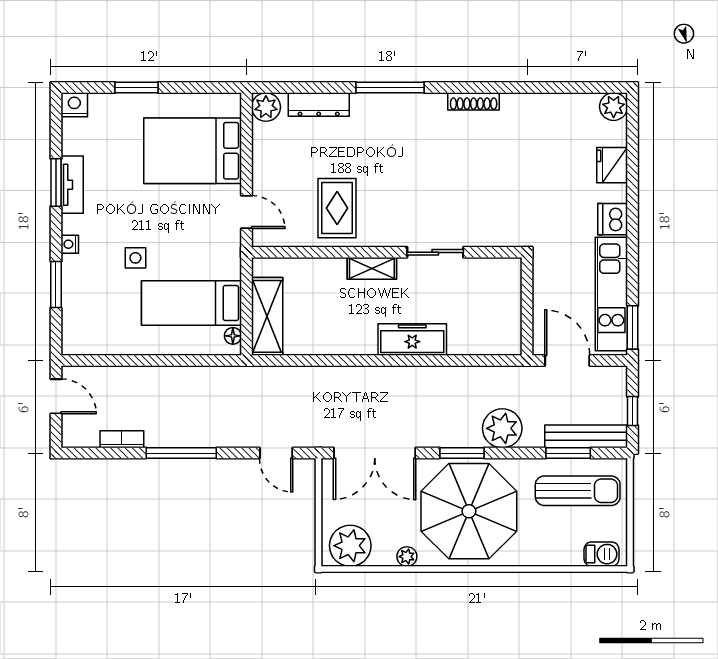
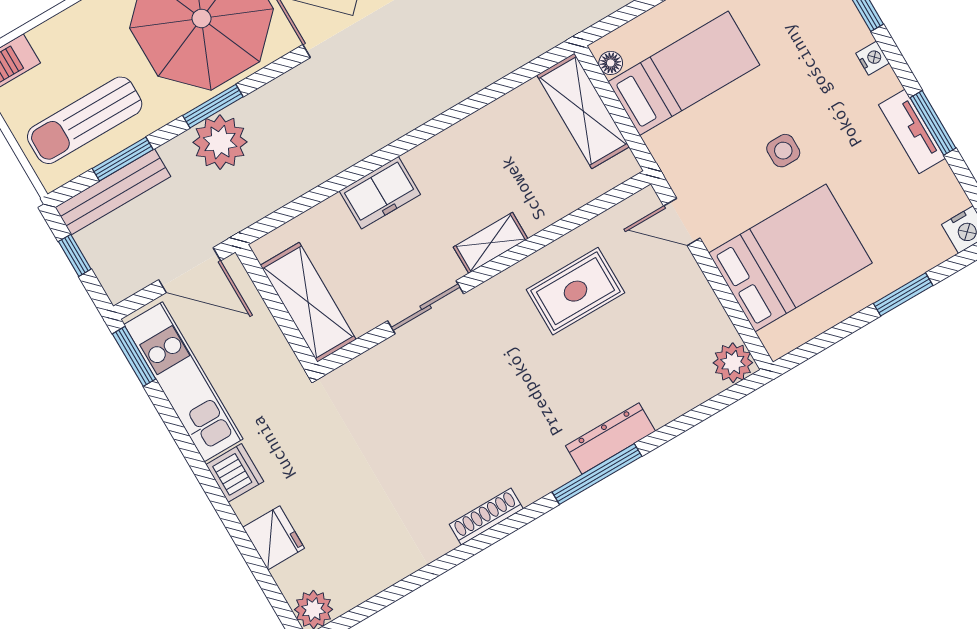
dresser: (319, 105) -> (611, 438), moved
rug: (337, 208) -> (575, 291), turned 90
side table: (135, 258) -> (783, 151), moved
shelving: (506, 298) -> (308, 302), added
freezer: (412, 339) -> (380, 193), width x0.71
window: (462, 453) -> (213, 106), moved

